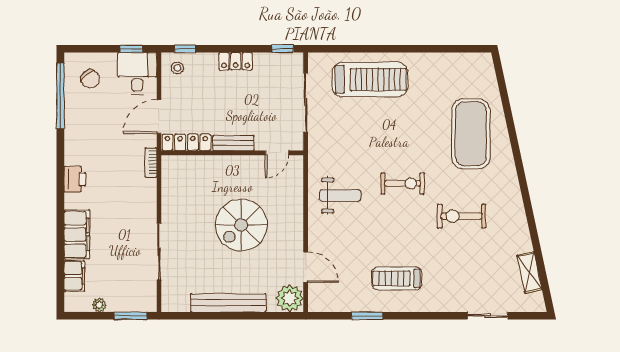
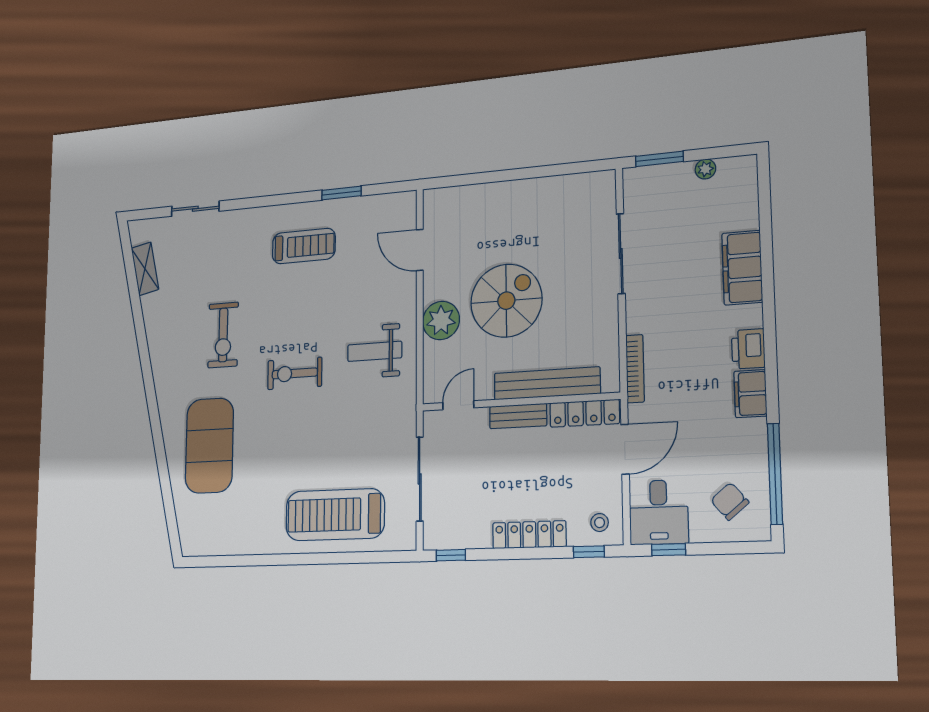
locker: (236, 61) -> (529, 535), width x1.53
bookcase: (151, 163) -> (635, 369), width x1.56
exercise bike: (462, 216) -> (223, 335), turned 90
filing cabinet: (74, 276) -> (750, 394), moved
plant: (290, 298) -> (441, 320), moved
bench: (228, 303) -> (547, 383), moved

